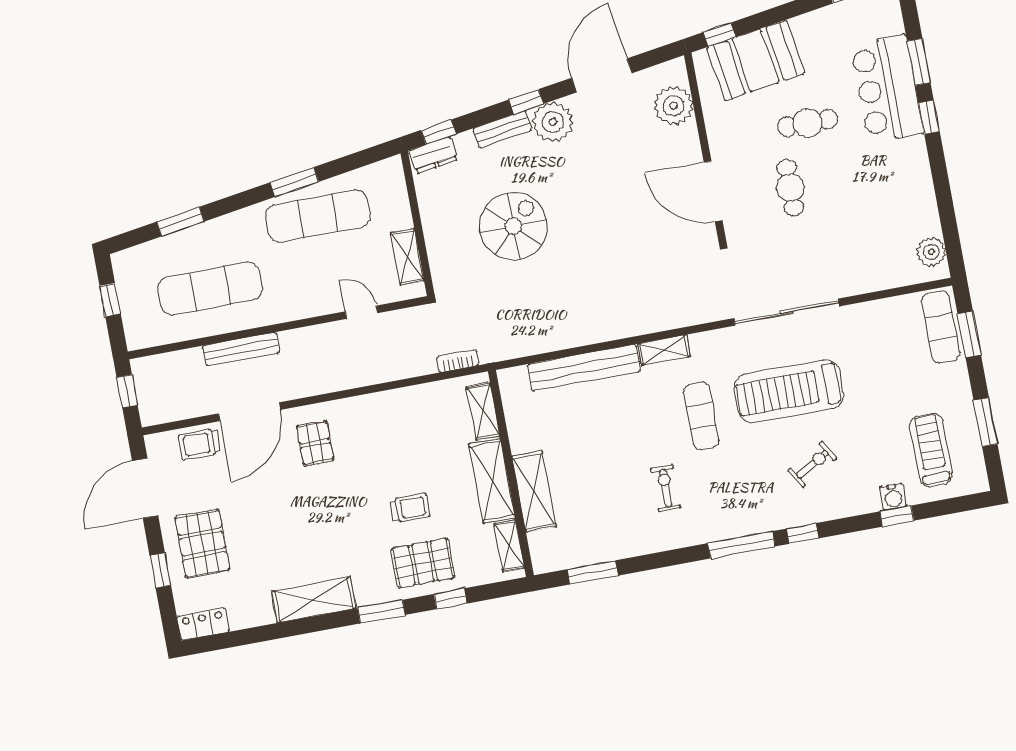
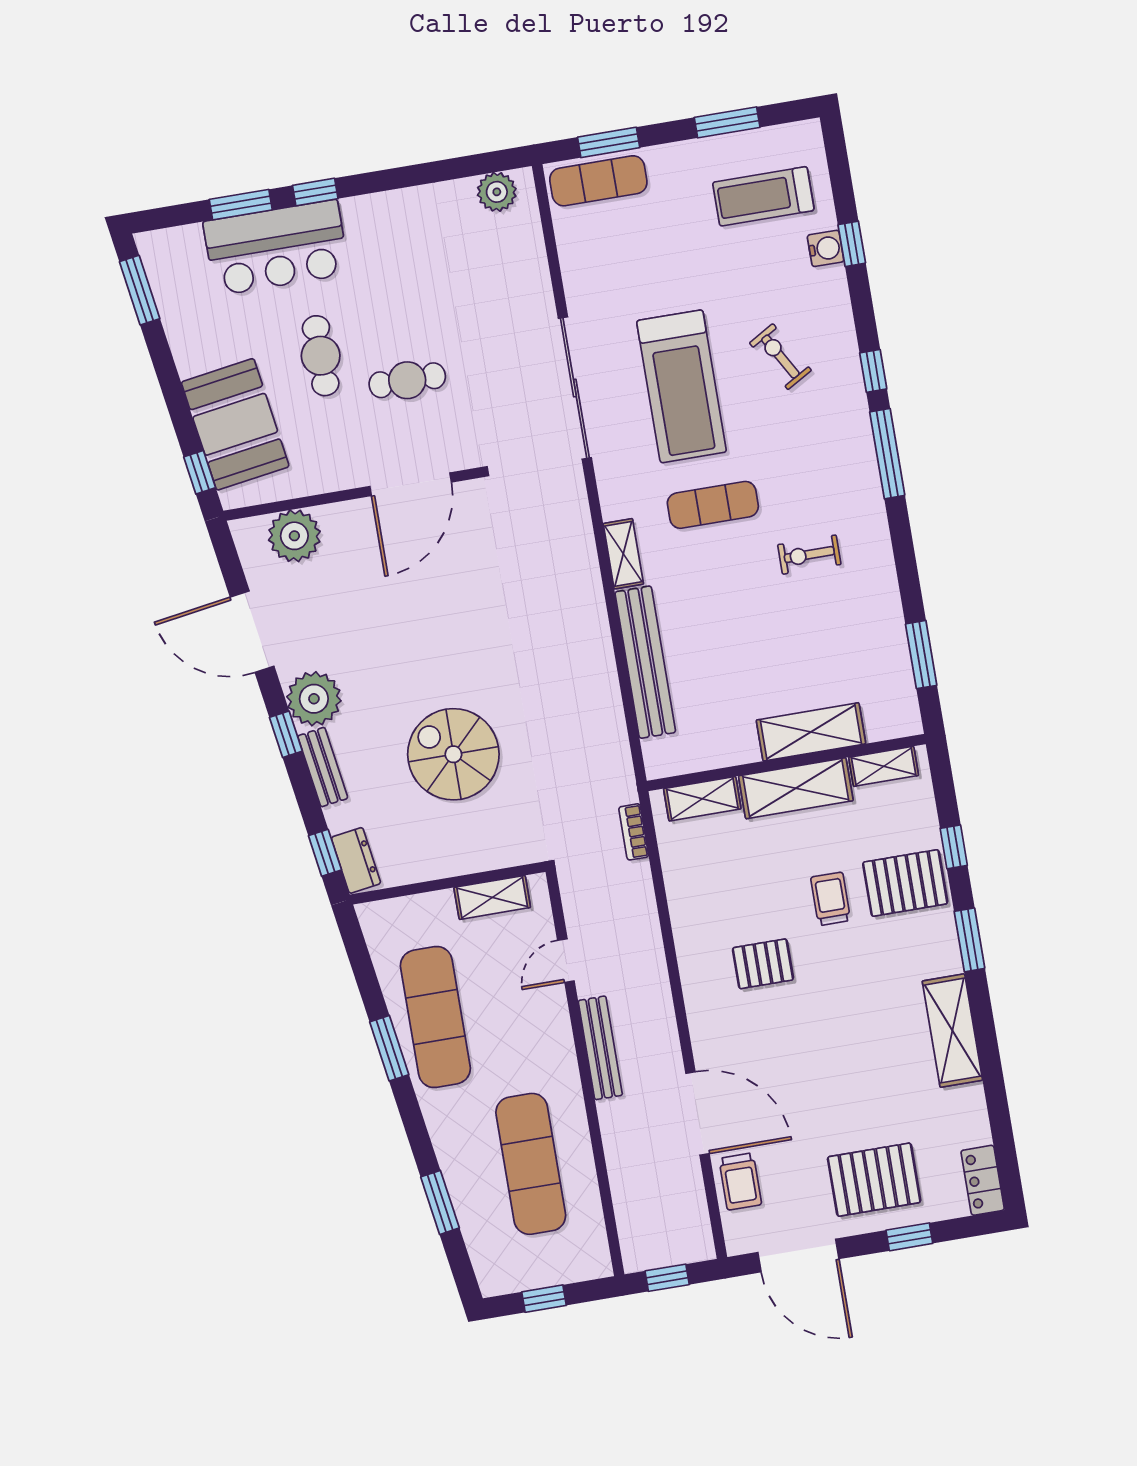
bench: (241, 349) -> (600, 1048), moved
pallet: (315, 443) -> (763, 964), moved
pallet: (423, 563) -> (905, 883), turned 90

